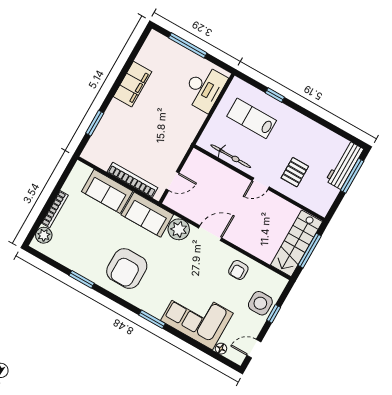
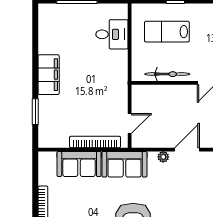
filing cabinet: (132, 84) -> (49, 75), moved
desk: (204, 88) -> (112, 34), width x0.73
plant: (179, 229) -> (163, 157), width x0.53, depth x0.53

